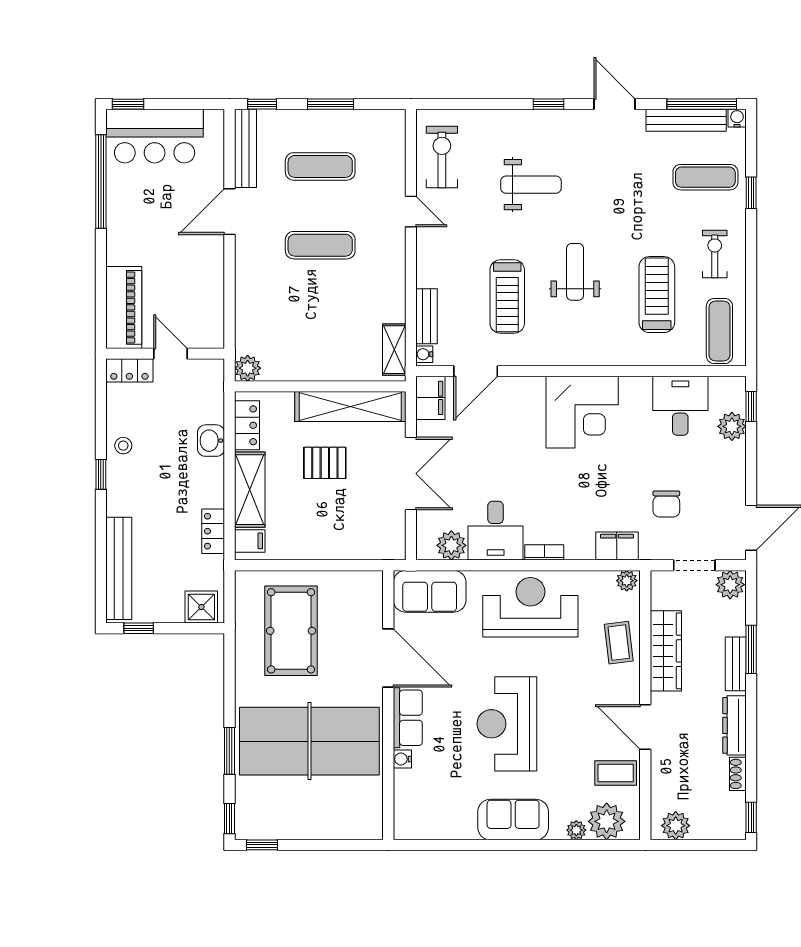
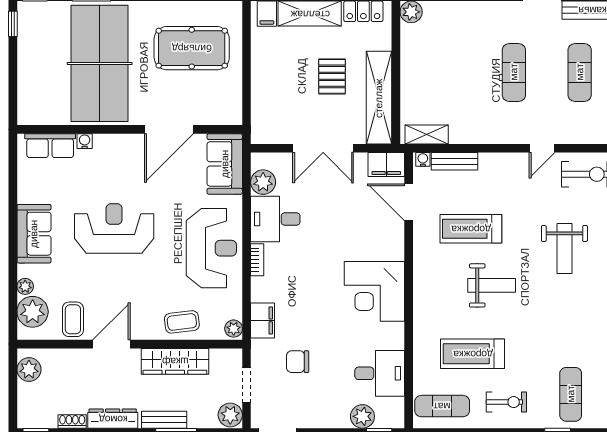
treadmill: (657, 295) -> (473, 354), turned 180
row of seats: (408, 718) -> (50, 146), moved

